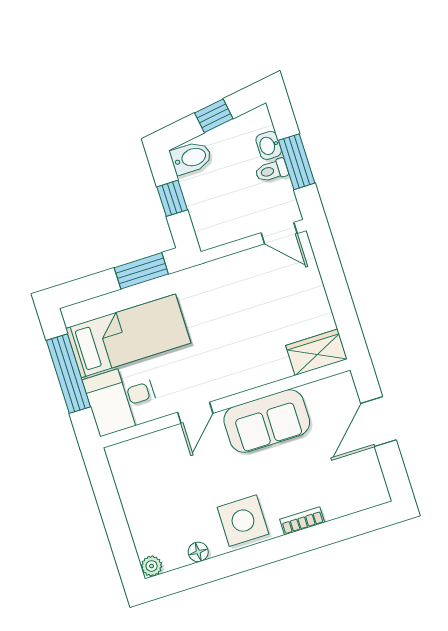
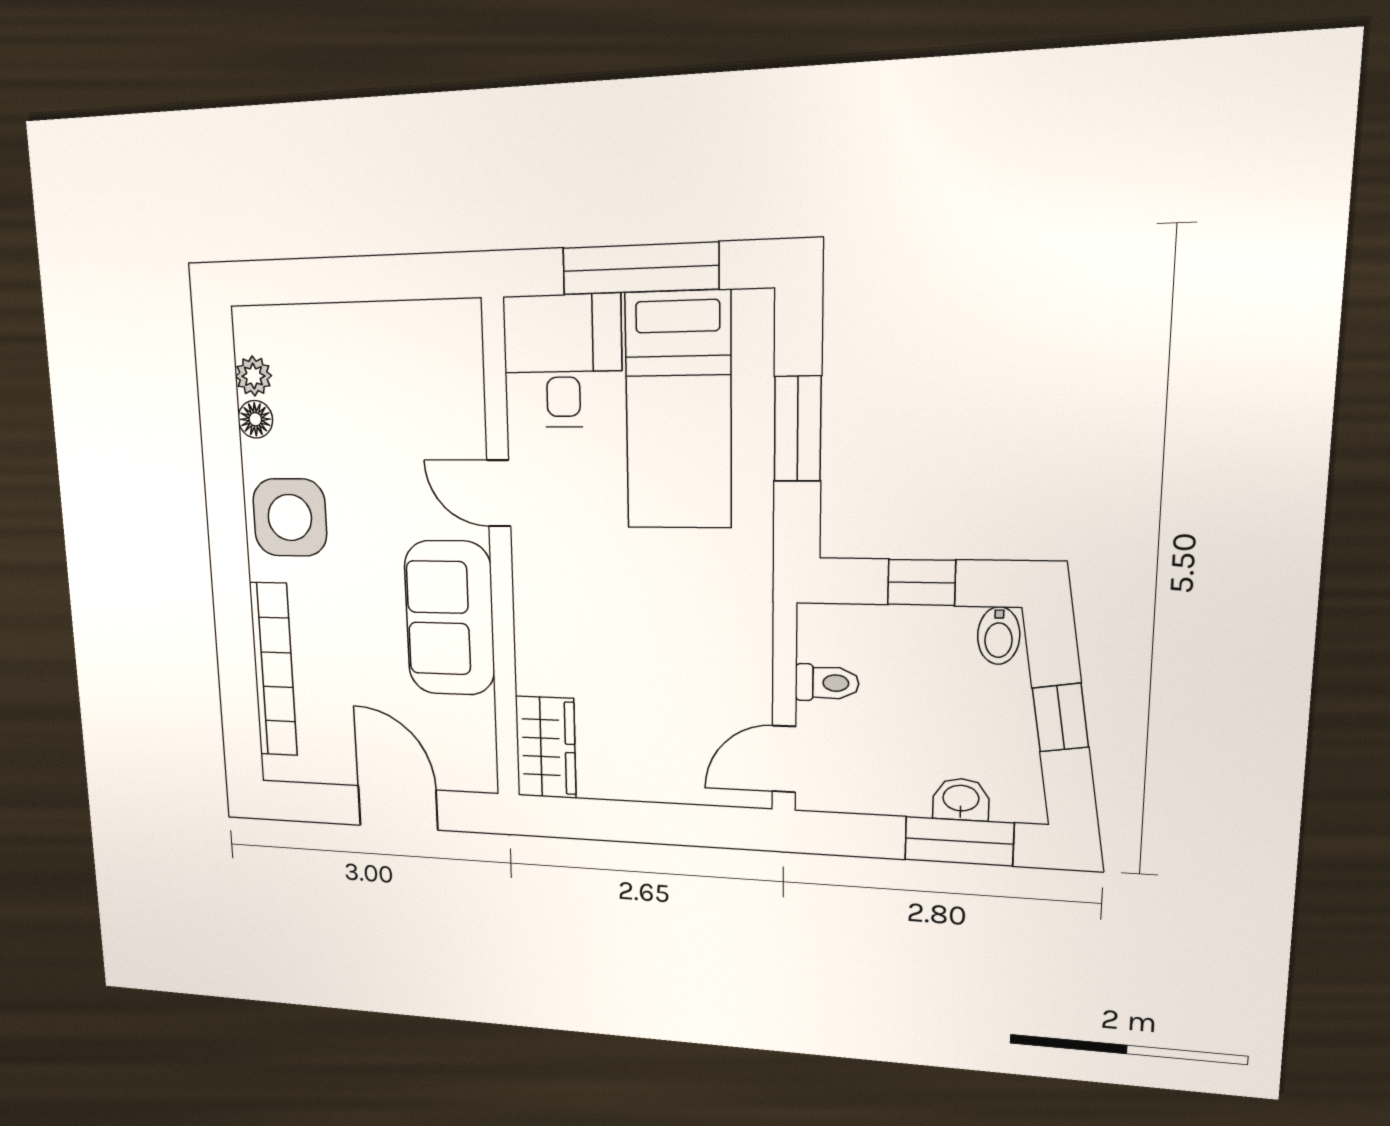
bidet: (191, 158) -> (999, 636), width x0.72, depth x0.74
window: (297, 162) -> (959, 841), moved
toilet: (272, 171) -> (827, 683), moved, turned 90
window: (141, 271) -> (798, 429), moved
bookcase: (302, 521) -> (273, 669), width x2.31, depth x1.31
plant: (152, 566) -> (253, 376), moved

